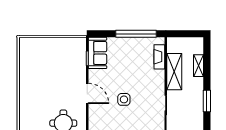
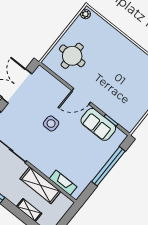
window: (136, 34) -> (108, 166), moved
sofa: (97, 53) -> (98, 124), moved

